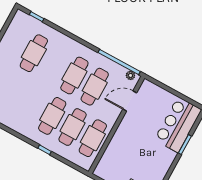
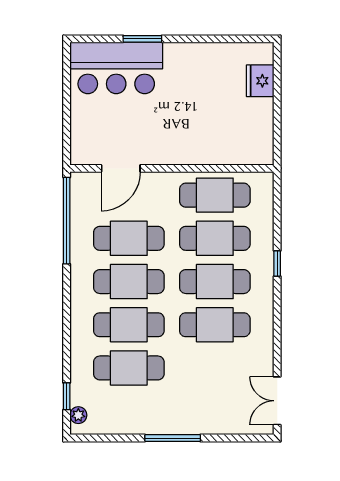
cafe table: (54, 64) -> (129, 325), added
plant: (130, 75) -> (78, 415), moved
door: (130, 101) -> (121, 168), hinge flipped
cafe table: (32, 105) -> (215, 325), added

